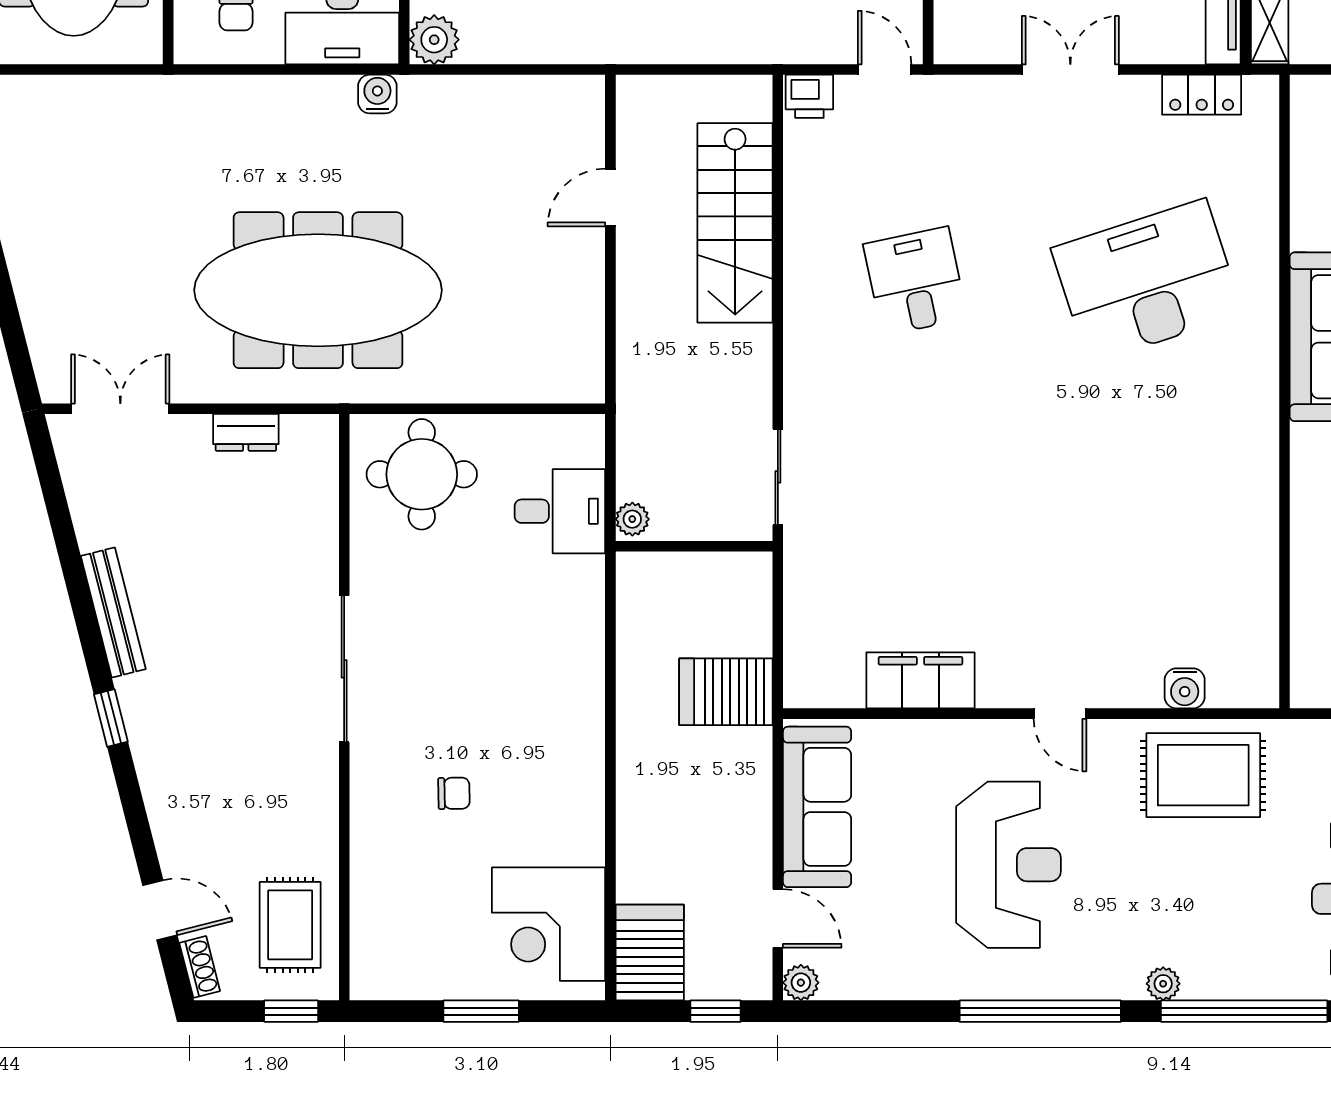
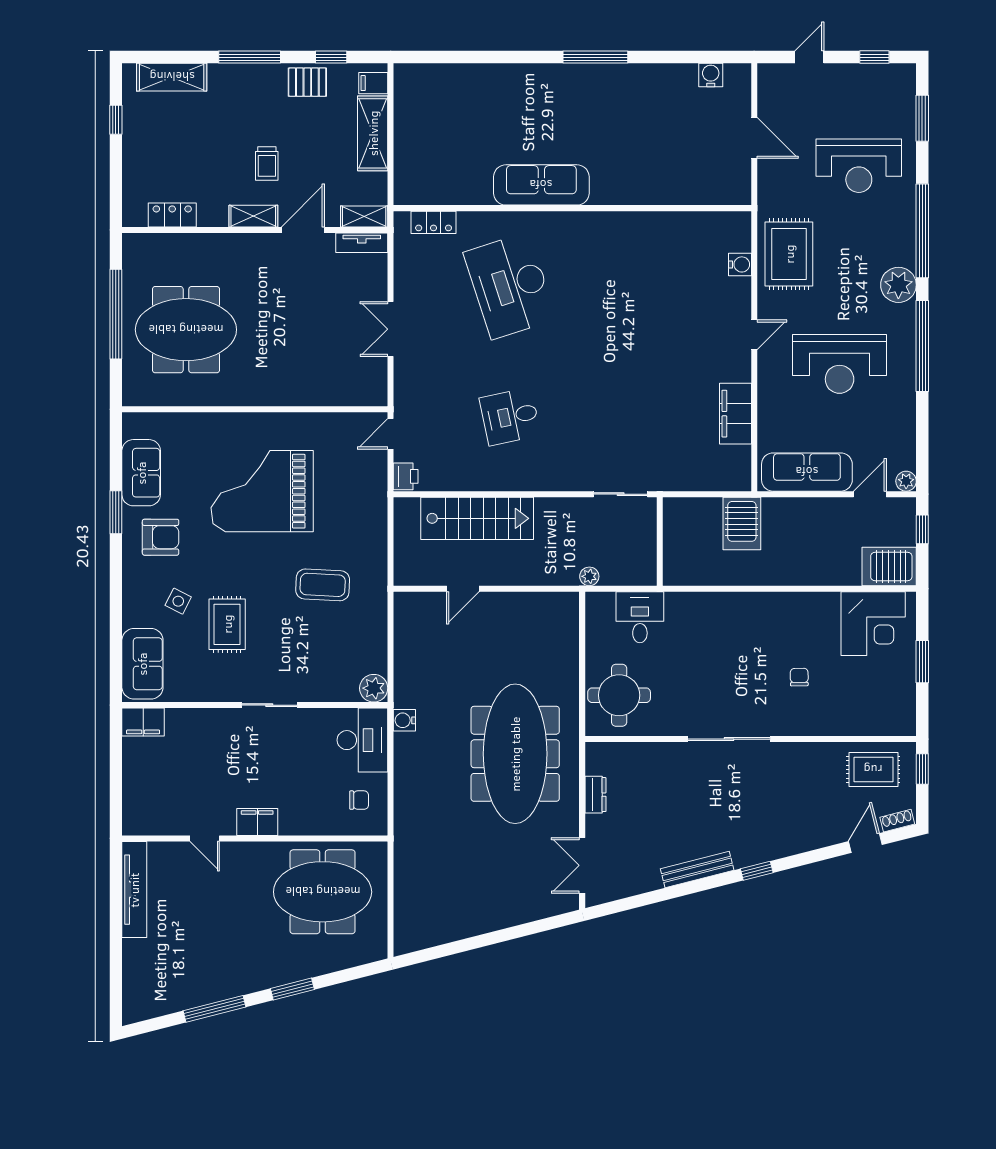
locker: (1202, 95) -> (434, 222), moved, turned 90
door: (610, 198) -> (463, 589), hinge flipped
plant: (632, 519) -> (589, 576), moved
reception desk: (1009, 865) -> (840, 364), turned 180
plant: (1163, 984) -> (898, 285), width x1.88, depth x1.88

